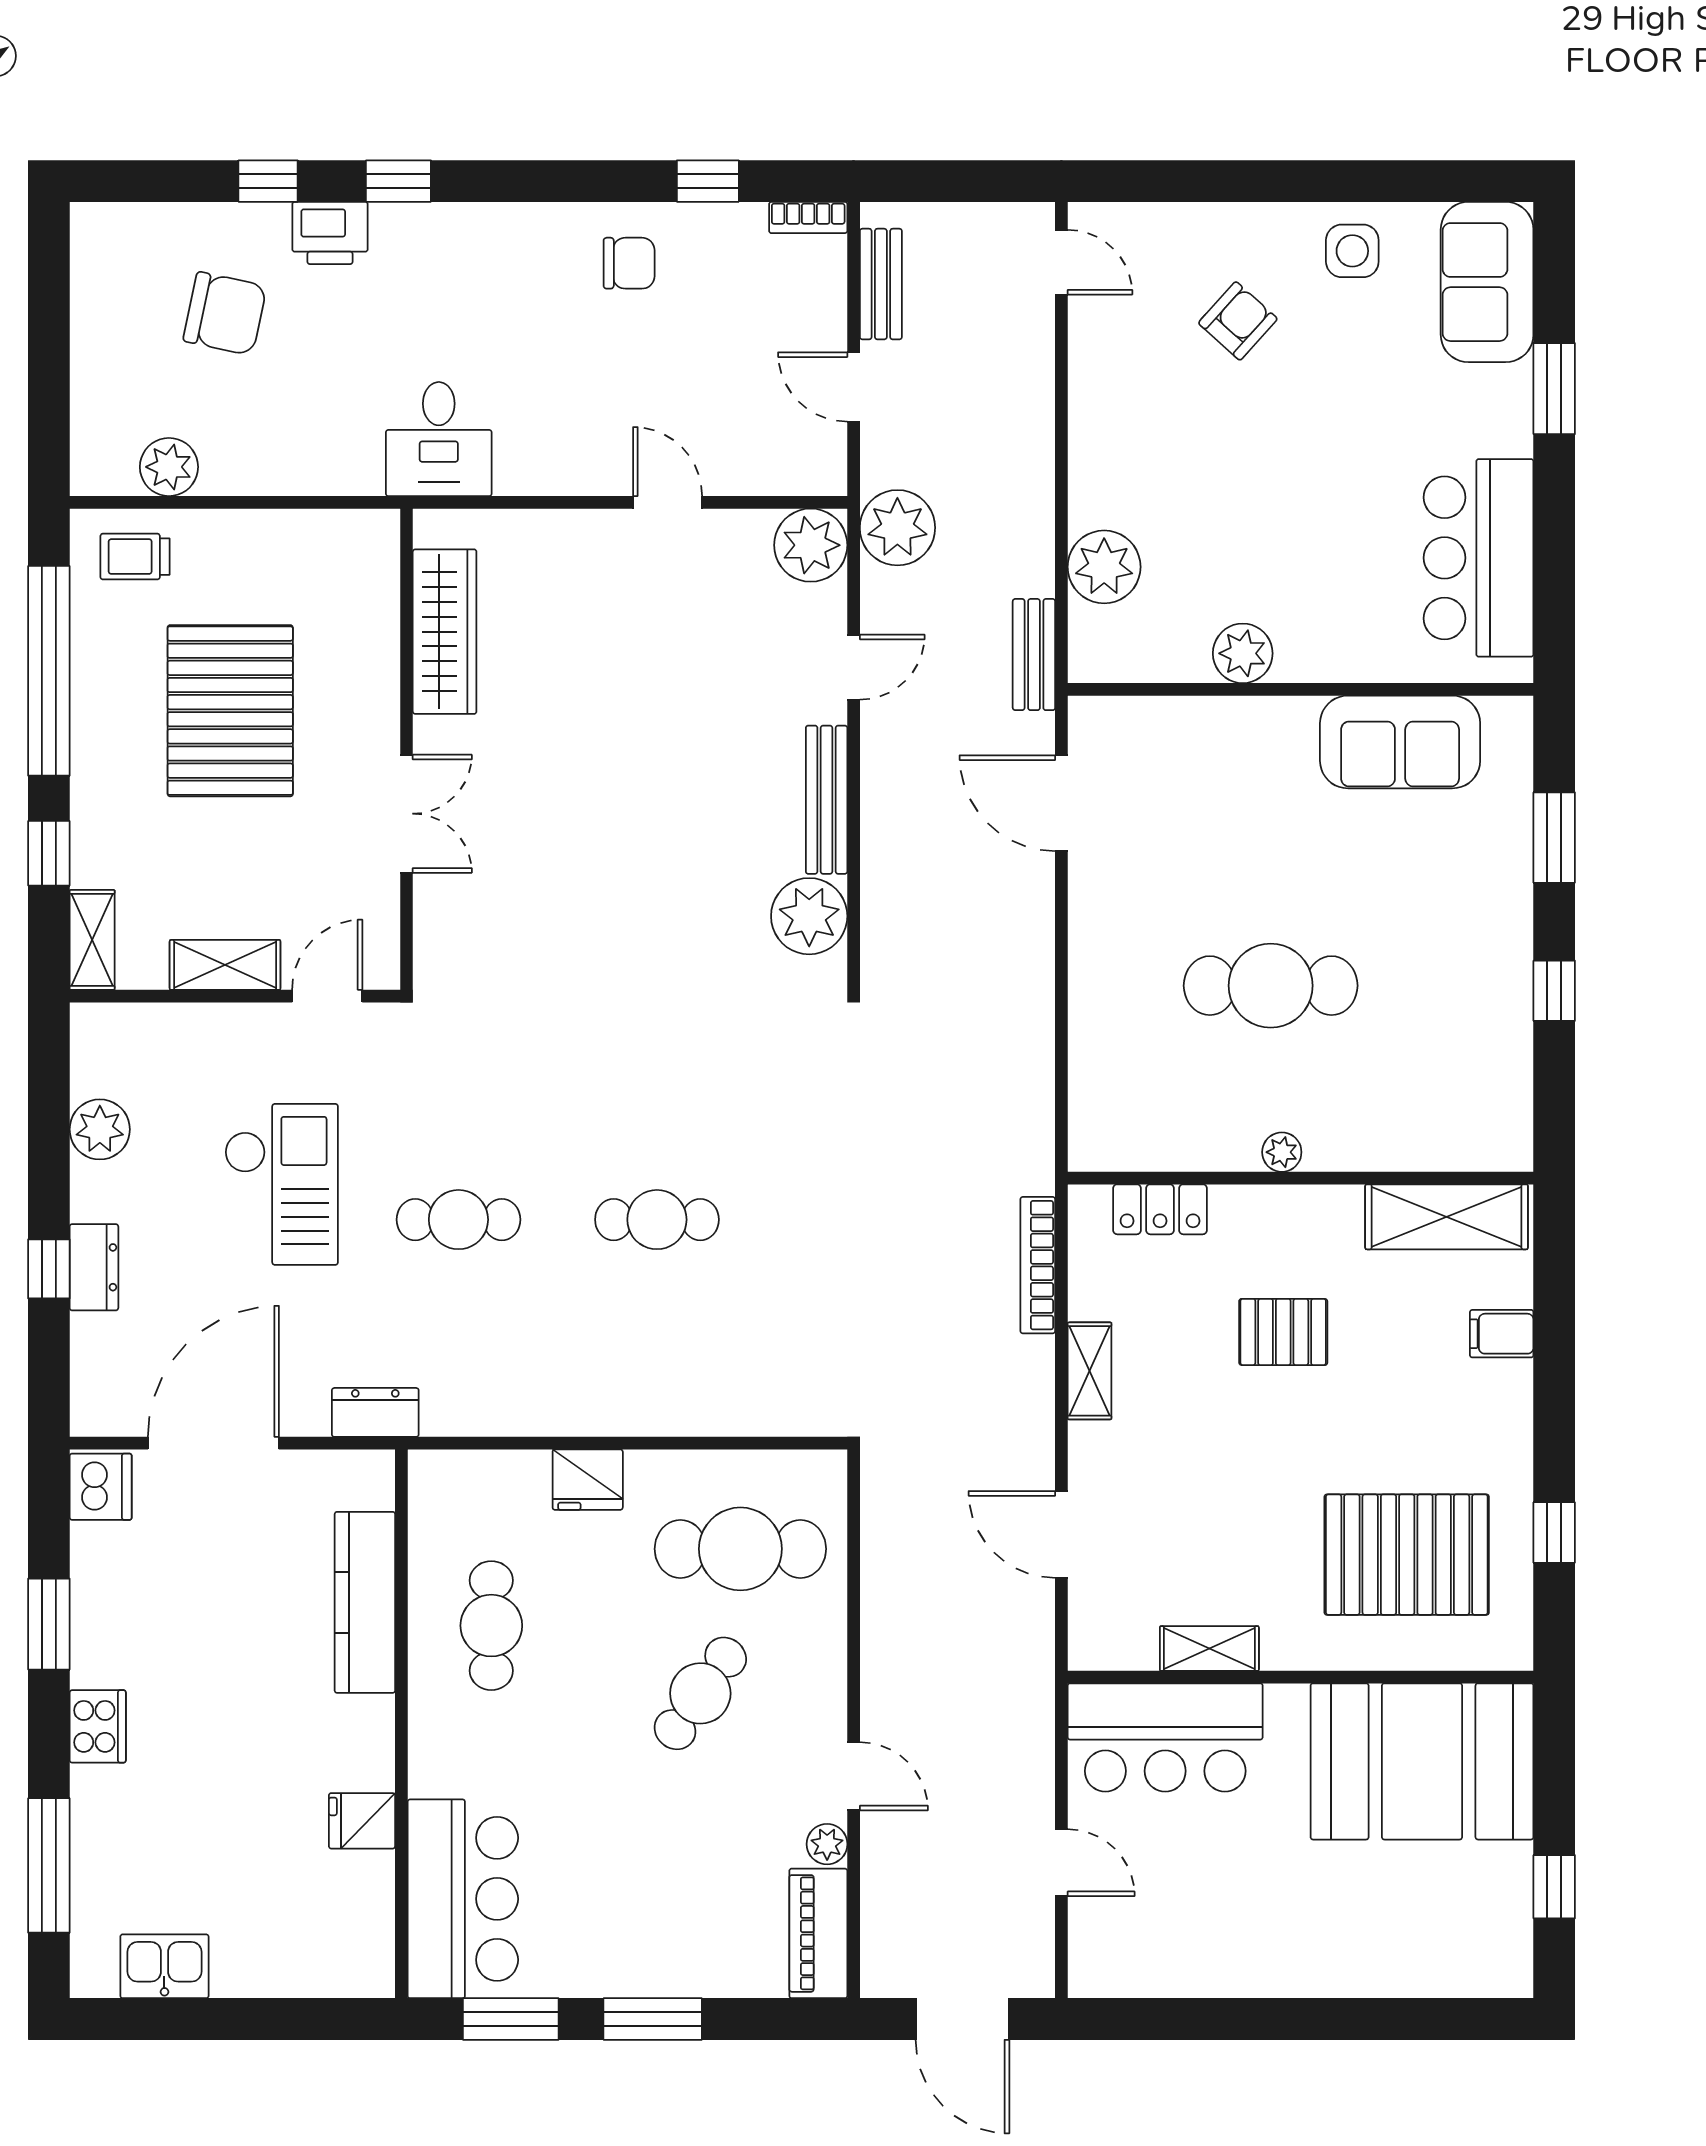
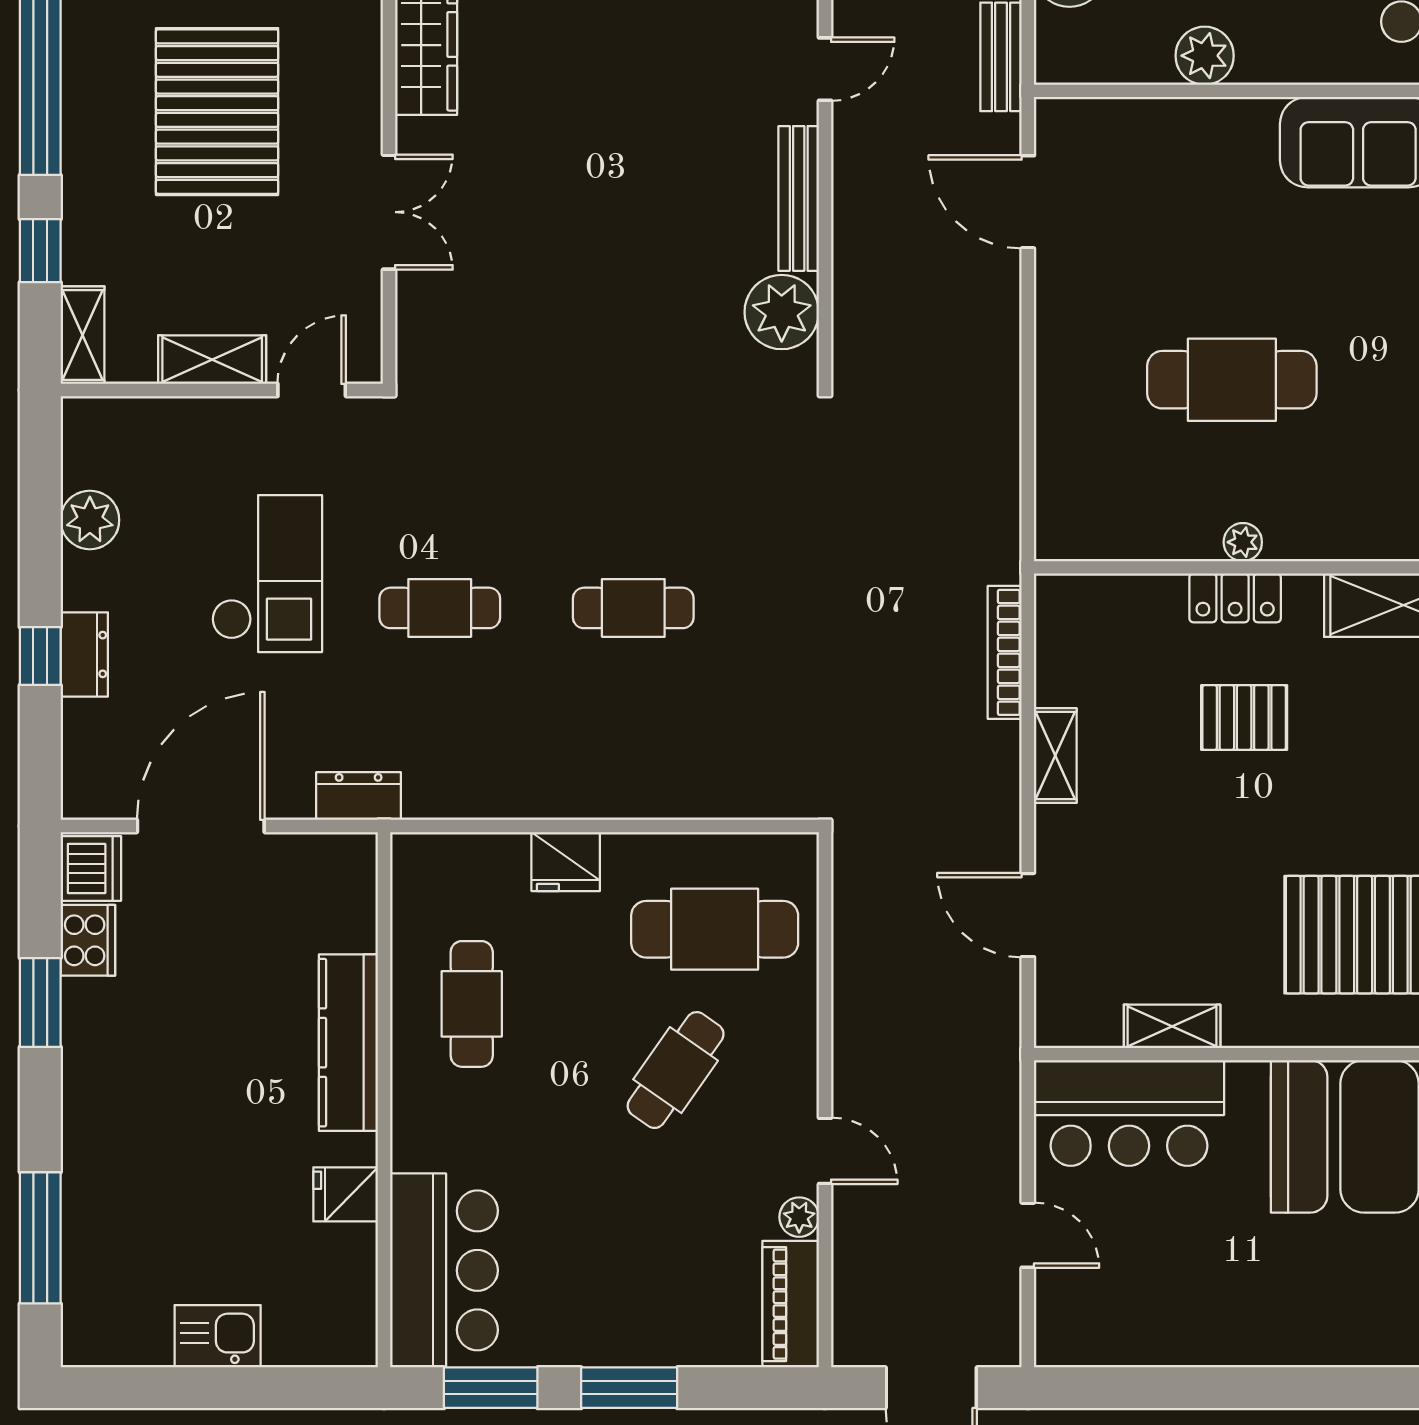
locker: (1160, 1209) -> (1235, 598), moved
kitchen counter: (365, 1602) -> (348, 1043), moved
cooker: (98, 1726) -> (88, 940), moved
kitchen sink: (164, 1966) -> (218, 1336), moved

